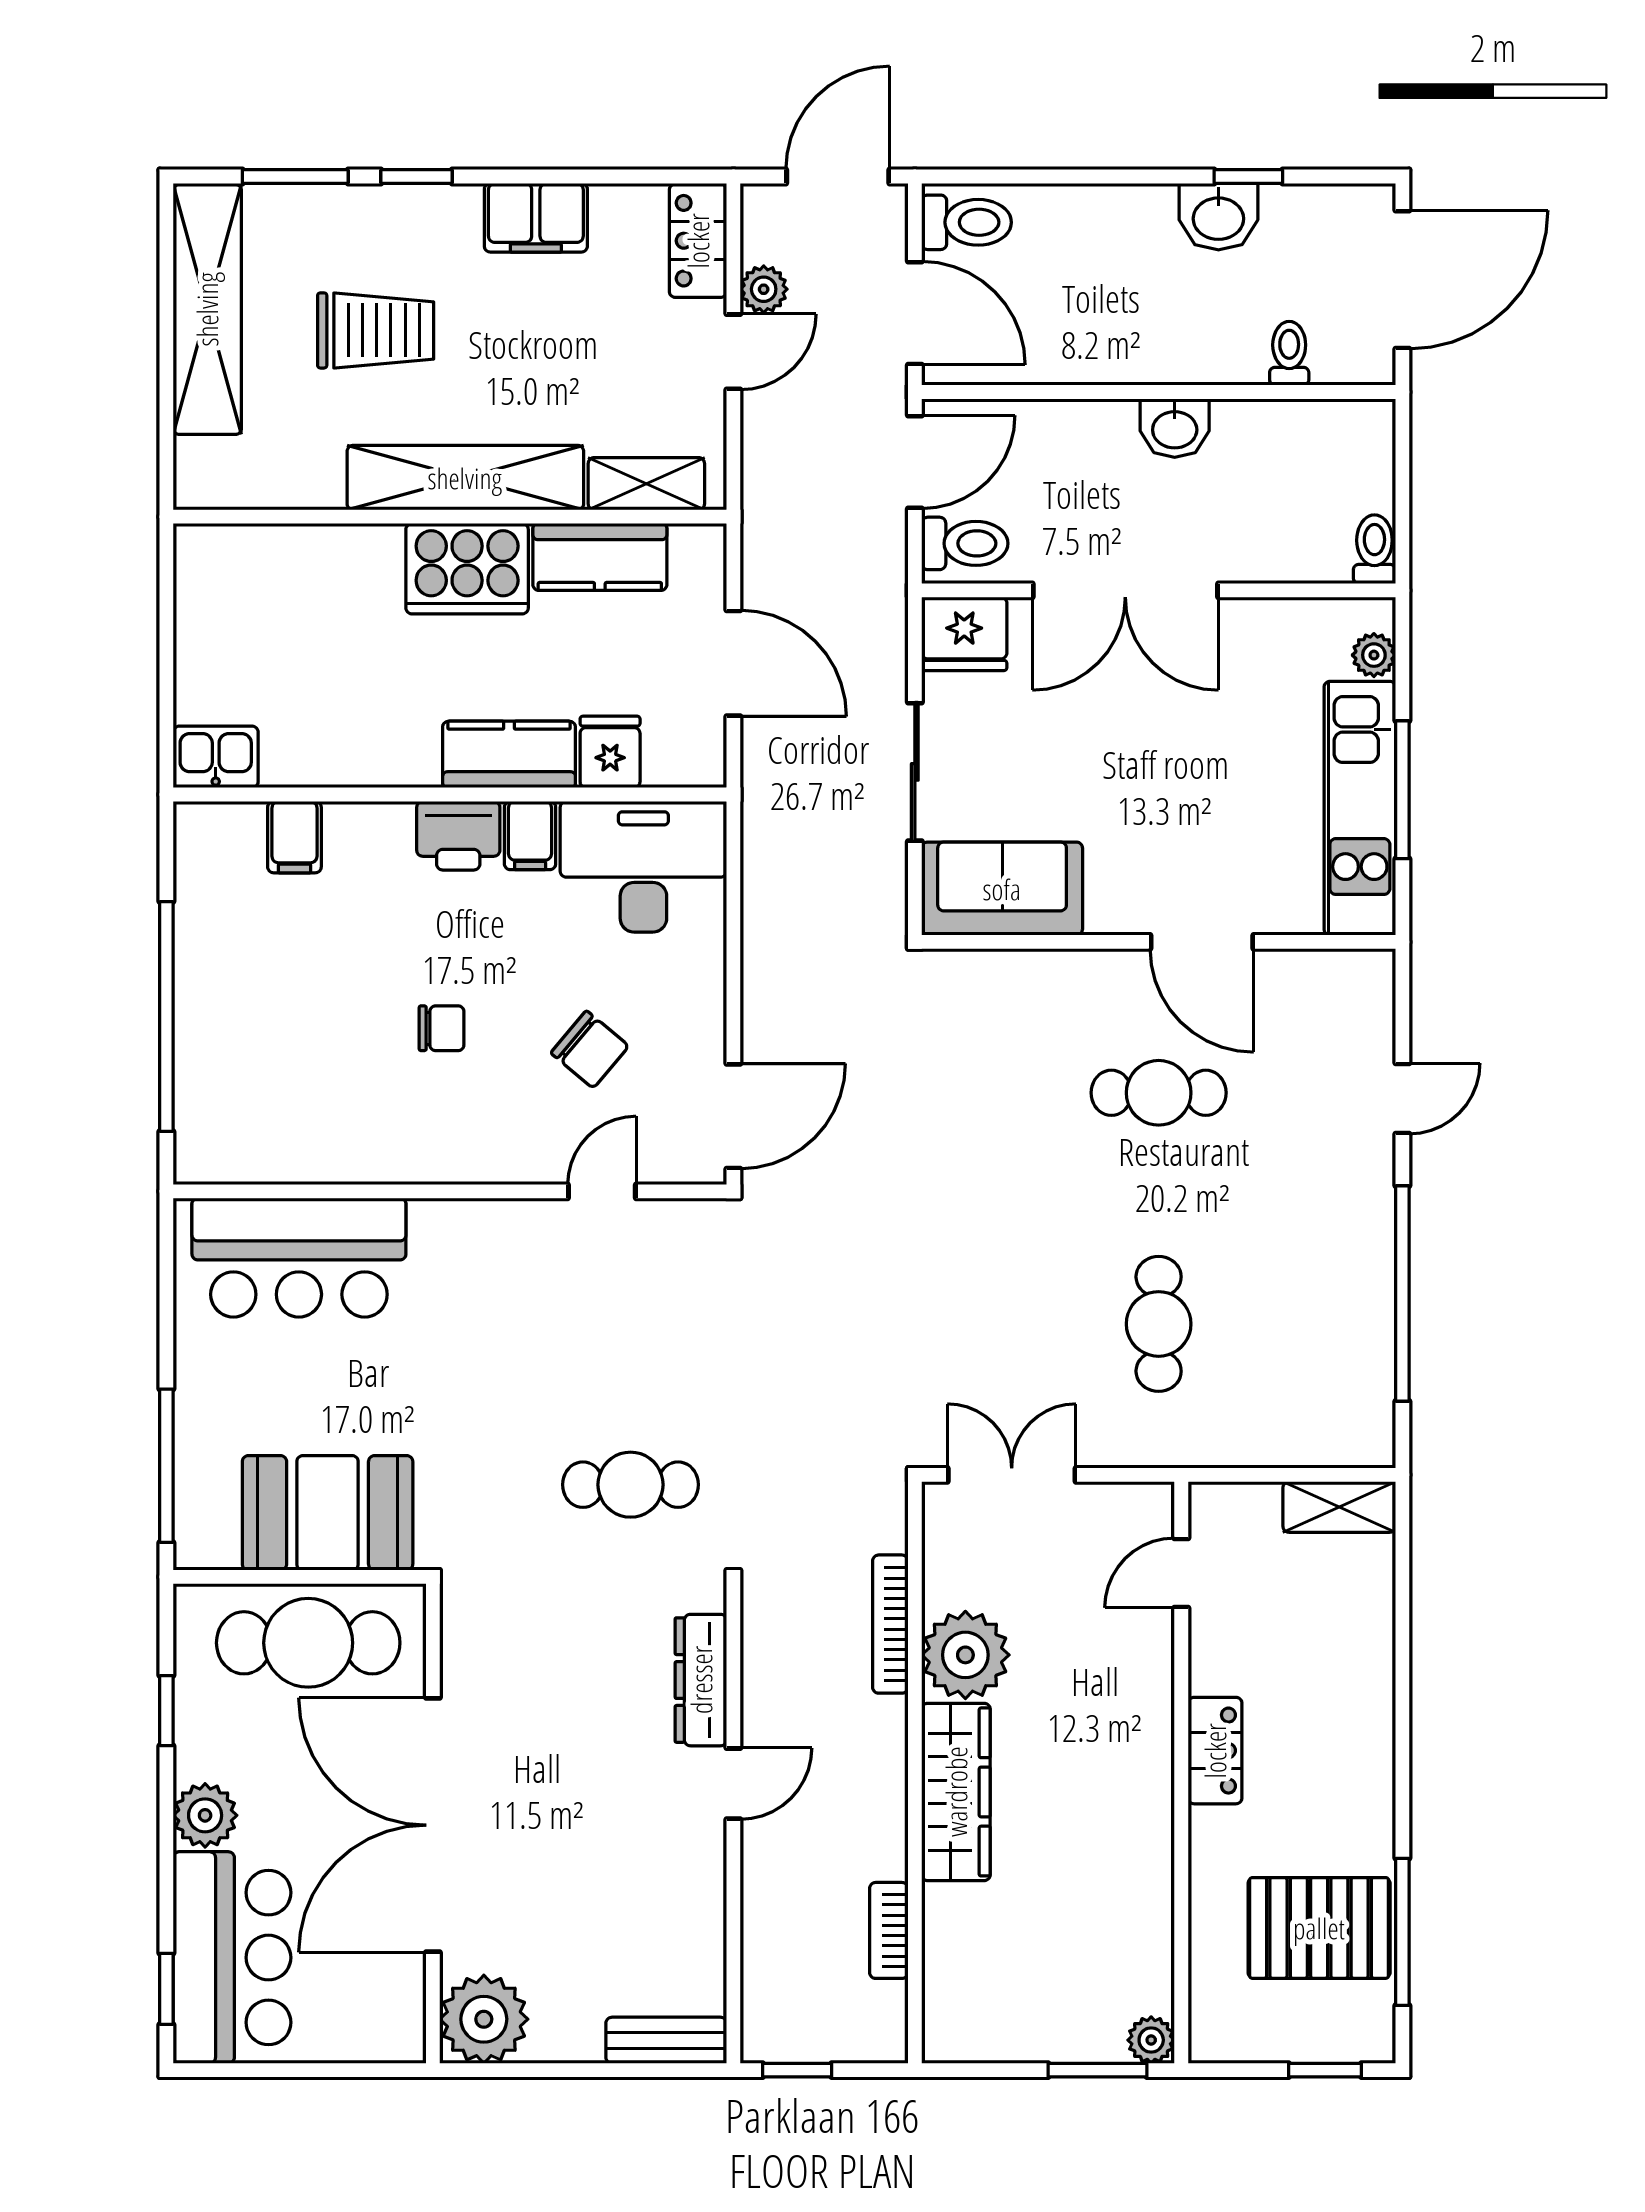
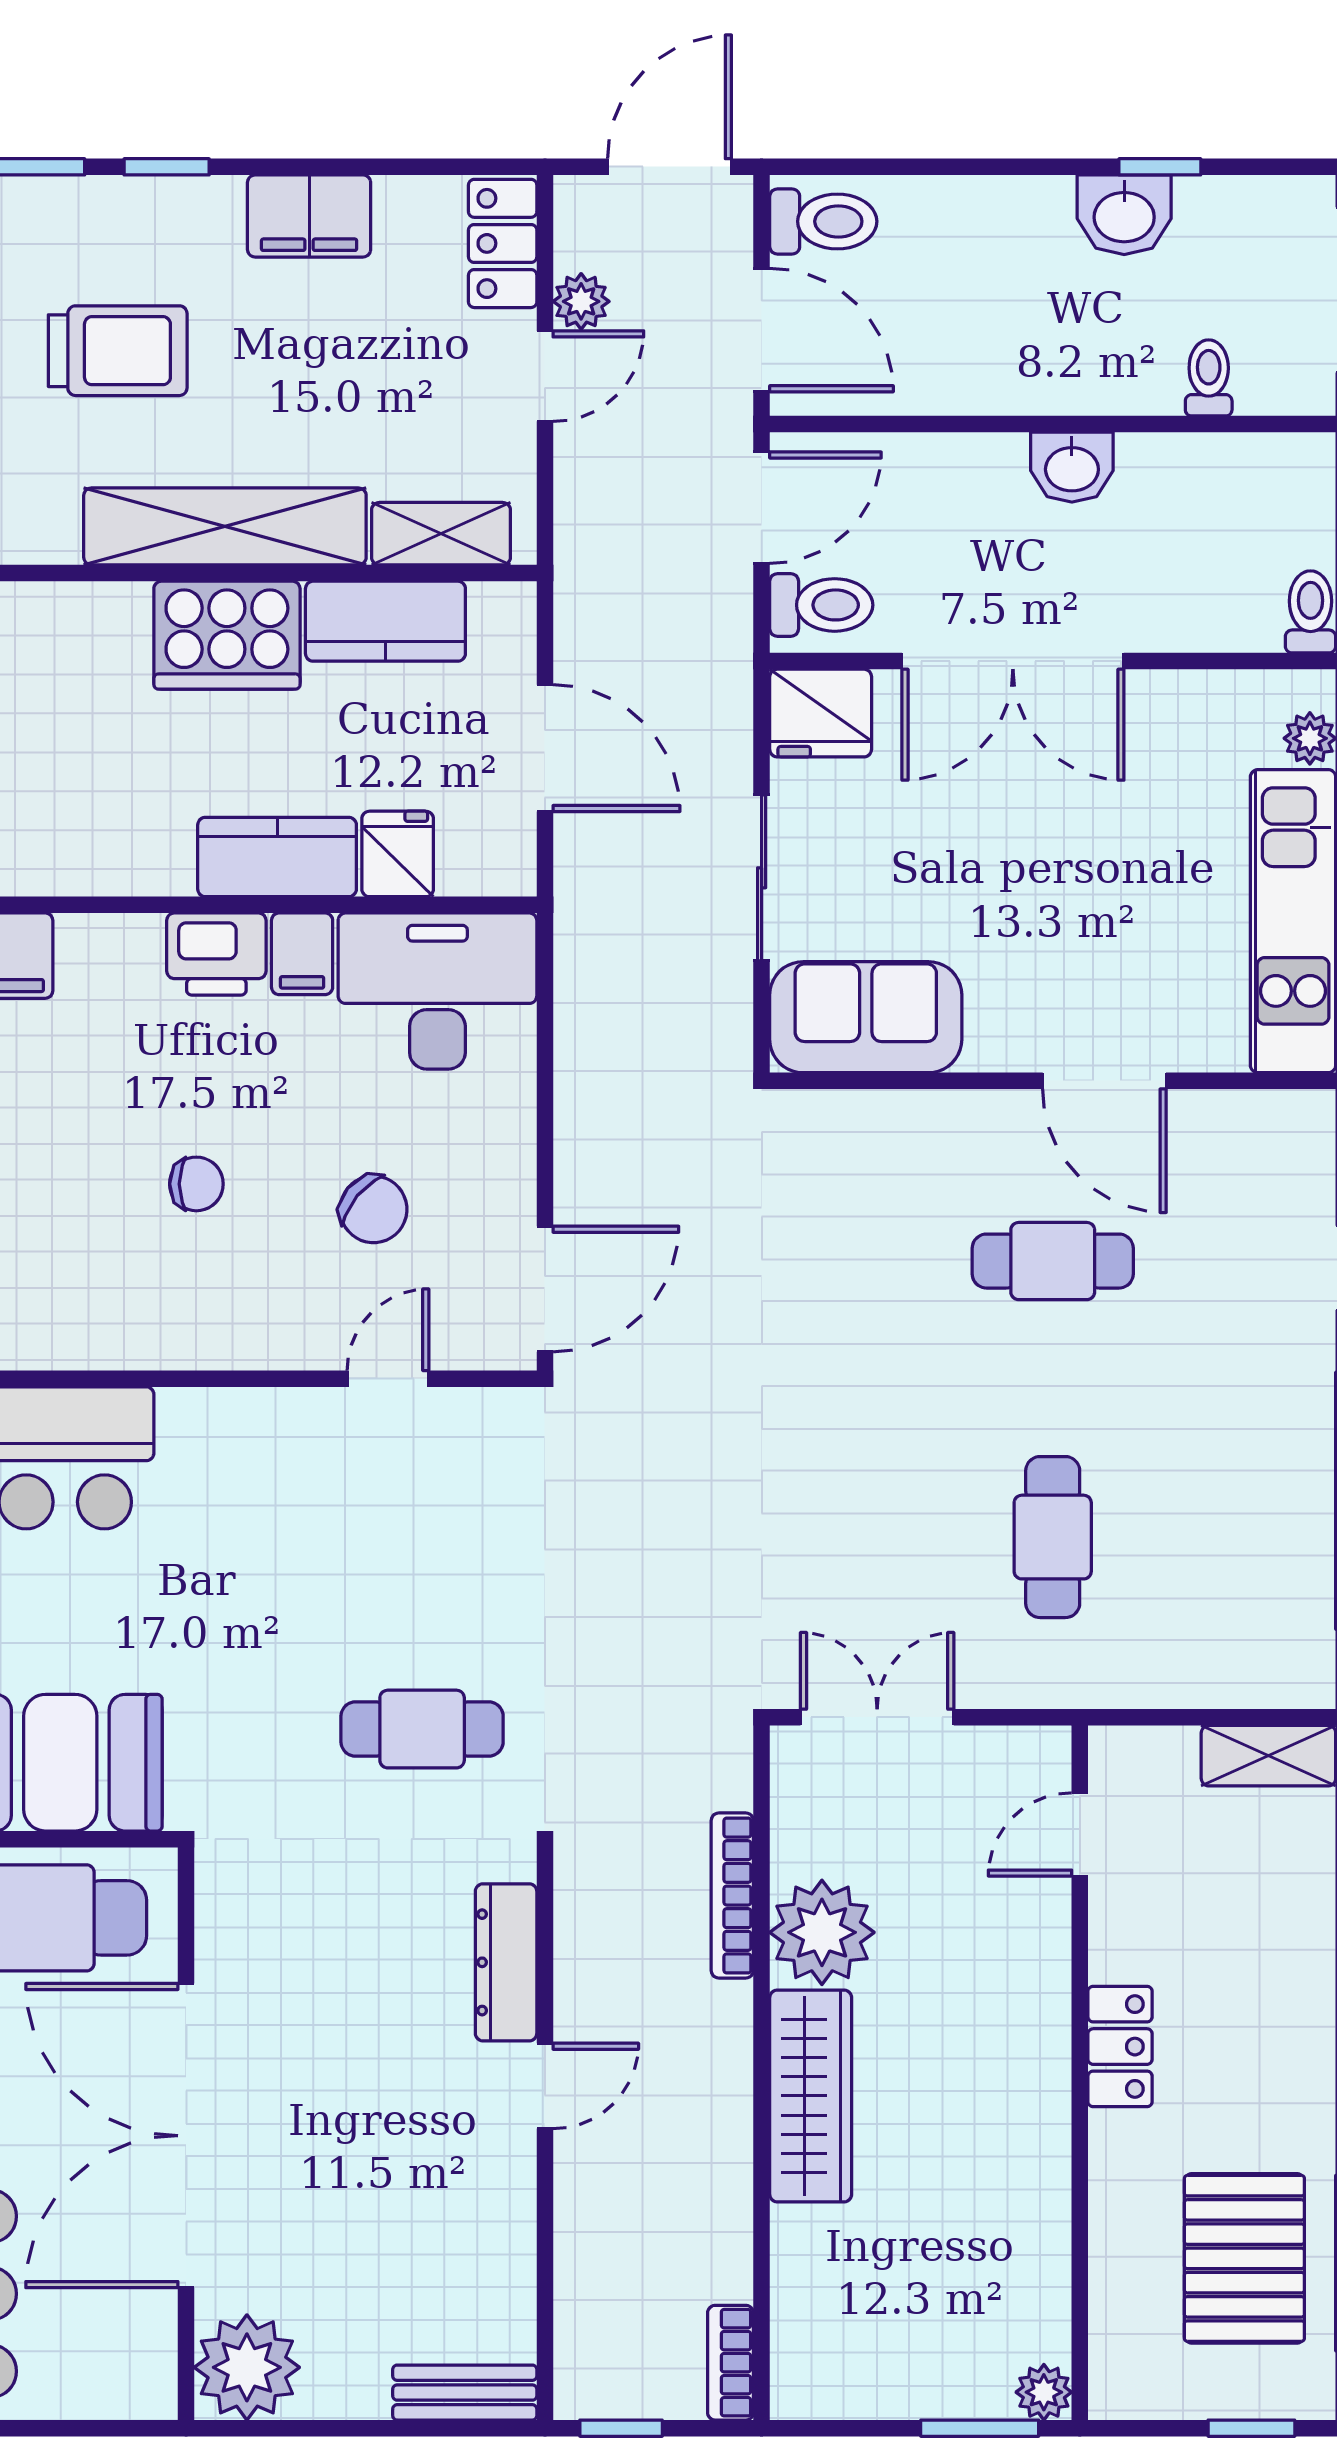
pallet: (1319, 1928) -> (1244, 2258), turned 90
bookcase: (889, 1930) -> (731, 2363), moved

